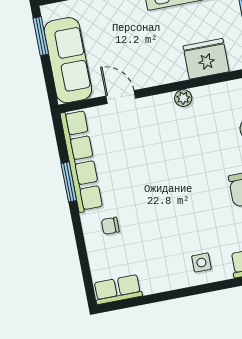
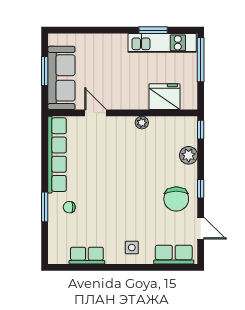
window: (41, 36) -> (45, 71), moved
window: (69, 182) -> (45, 207), moved
row of seats: (118, 289) -> (87, 256), moved

